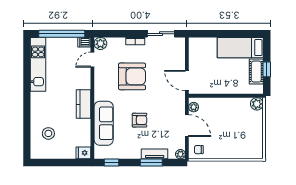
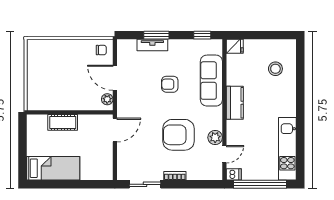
plant: (100, 43) -> (215, 137), moved
window: (267, 69) -> (23, 143), removed
cot: (256, 72) -> (63, 122), moved, turned 90
door: (187, 81) -> (115, 130), hinge flipped
plant: (257, 104) -> (34, 103), removed
plant: (180, 154) -> (122, 45), removed

